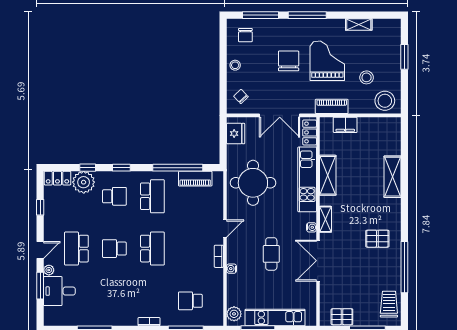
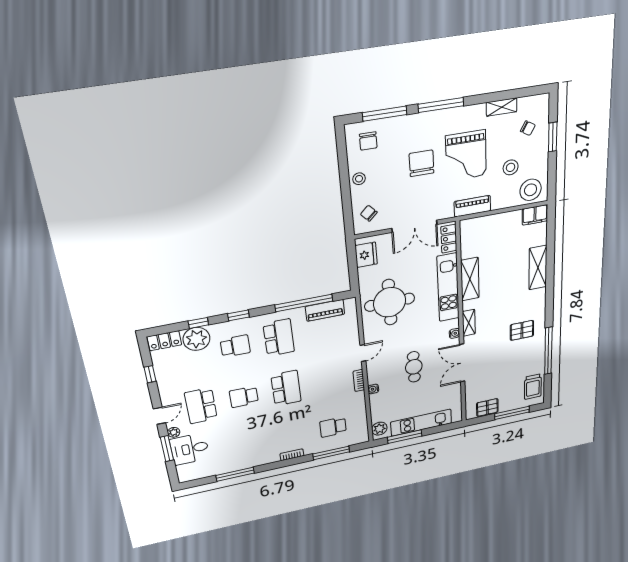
chair: (382, 46) -> (528, 128), added
grand piano: (327, 61) -> (466, 156), turned 180
filing cabinet: (345, 125) -> (535, 215), moved
trolley: (389, 304) -> (533, 387), turned 180

